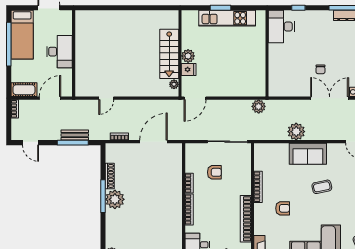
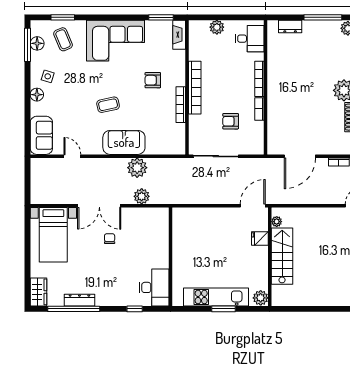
plant: (188, 56) -> (261, 298), moved
plant: (259, 106) -> (142, 196), moved
bookcase: (246, 219) -> (195, 88), moved

